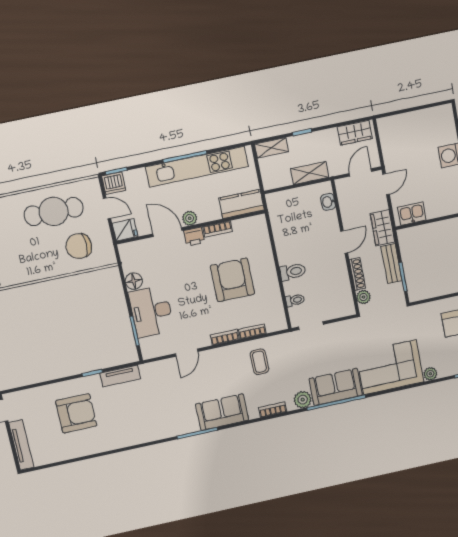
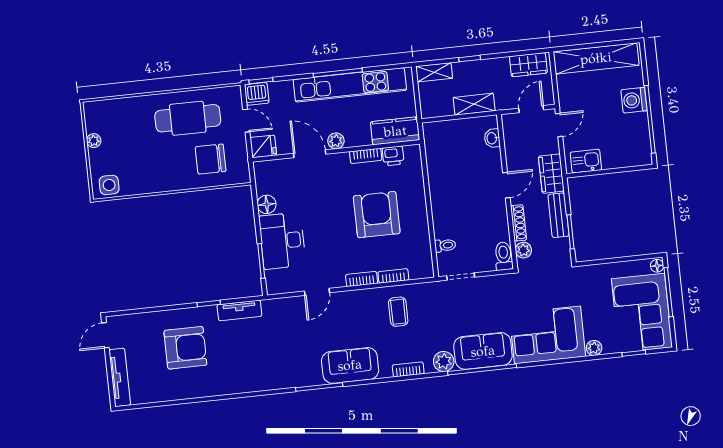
shelving: (414, 121) -> (596, 58), added
printer: (194, 237) -> (393, 156), moved
toilet: (293, 272) -> (504, 256), moved, turned -90

